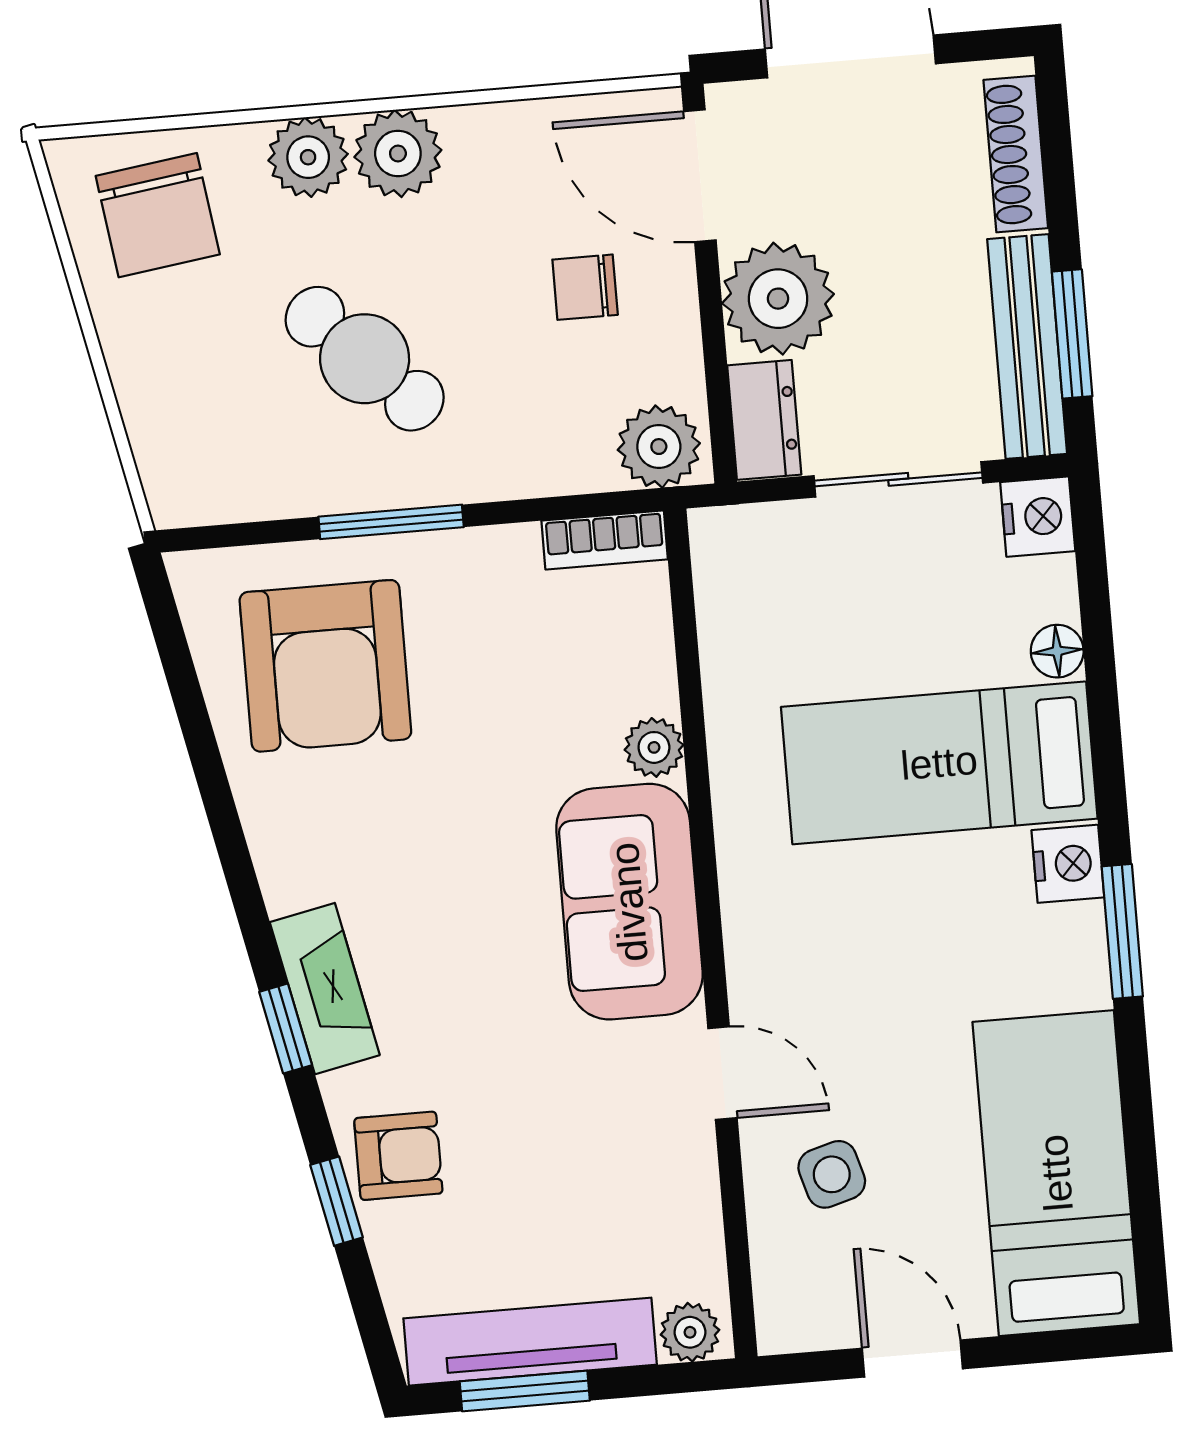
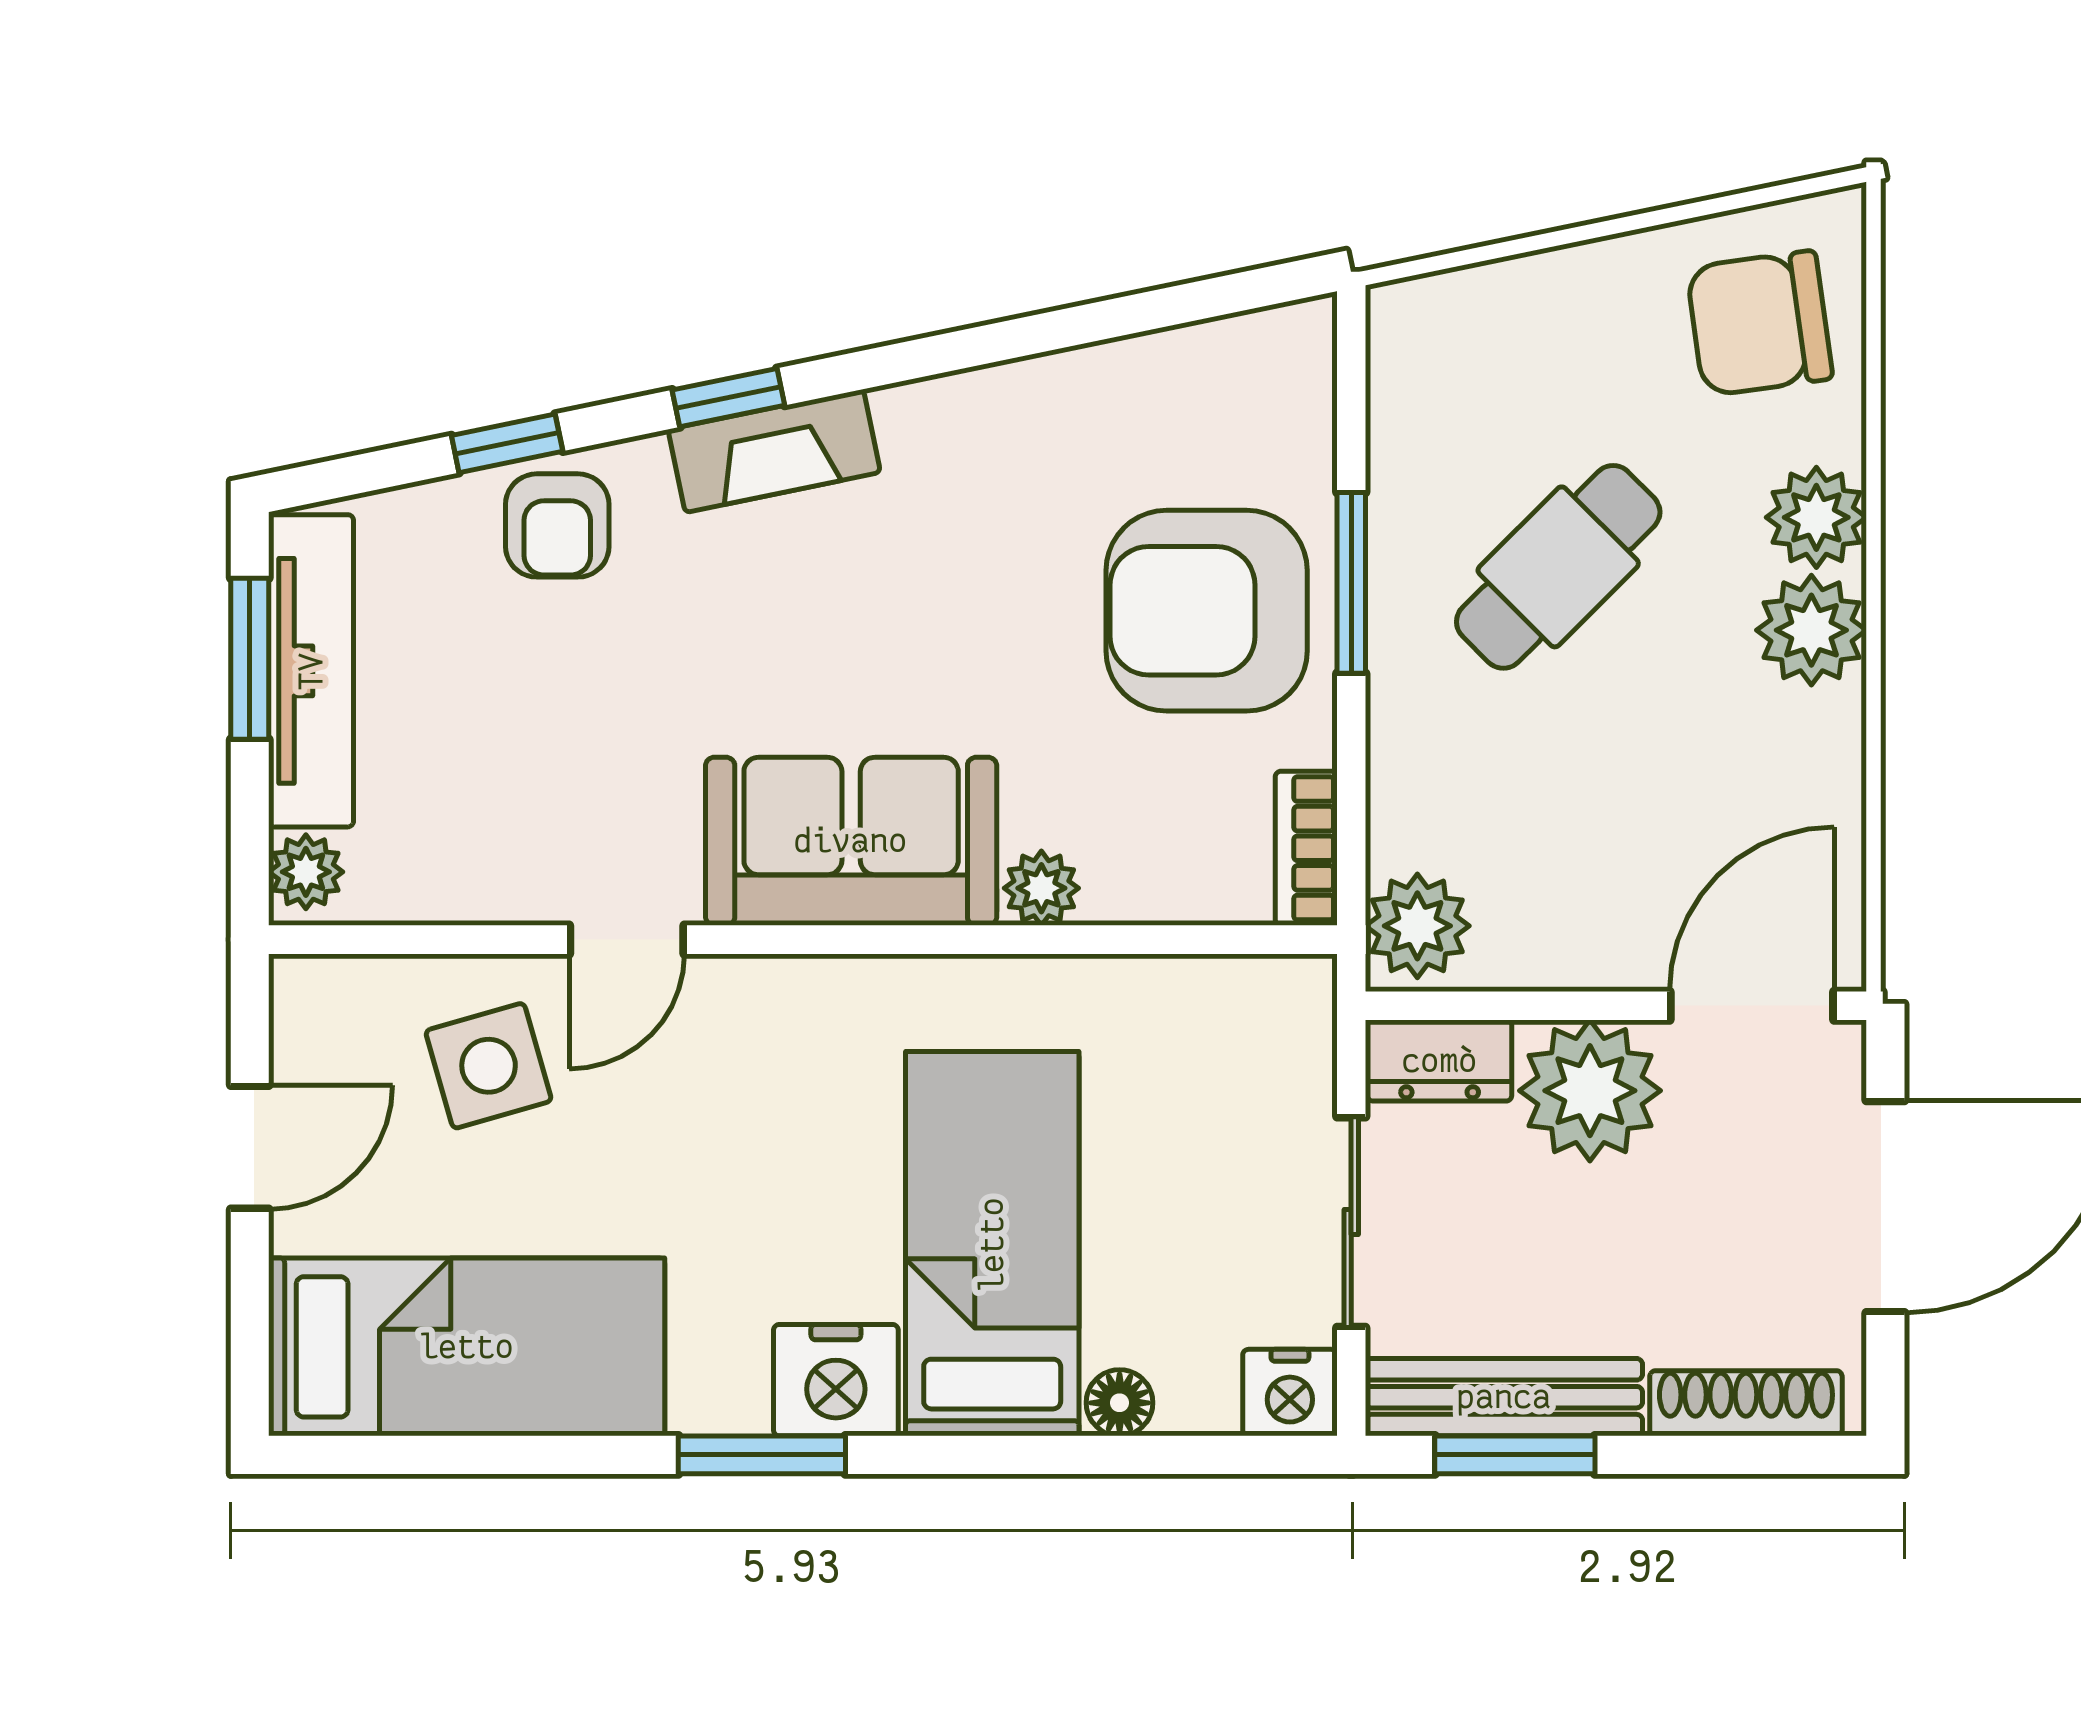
chair: (585, 287) -> (1625, 850), removed
armchair: (325, 666) -> (1207, 611), moved
nightstand: (1068, 864) -> (836, 1380), width x1.36, depth x1.33
side table: (832, 1174) -> (489, 1066), width x1.37, depth x1.37

